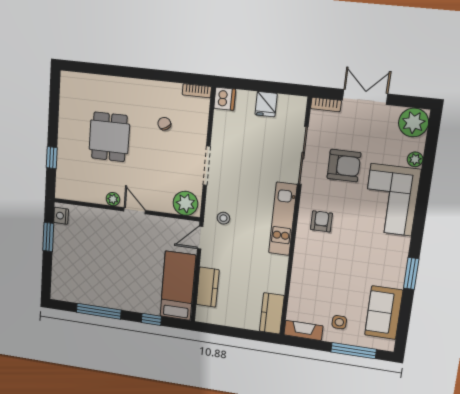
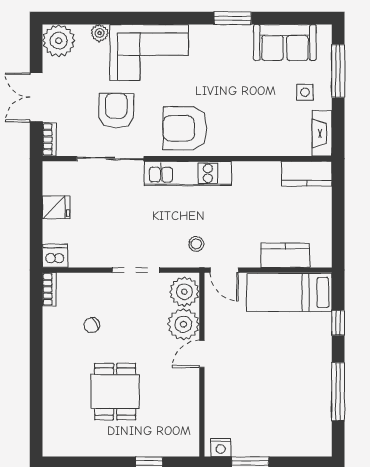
dining table: (109, 137) -> (115, 392), turned 90
plant: (113, 199) -> (183, 324), moved, width x1.88, depth x1.88
armchair: (321, 221) -> (185, 128), width x1.88, depth x1.88

